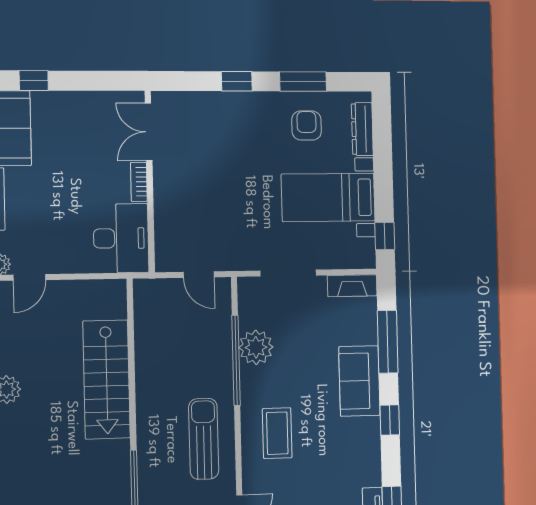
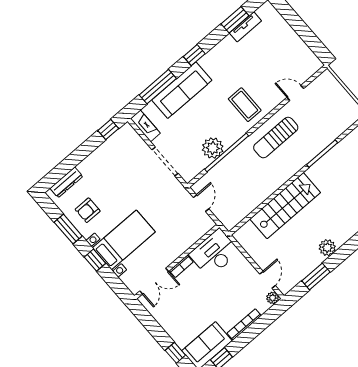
bed with nightstands: (328, 198) -> (124, 240), moved, turned -90
door: (29, 277) -> (267, 280), hinge flipped
sofa: (359, 381) -> (182, 90), width x1.36
coffee table: (277, 433) -> (245, 105), turned 90

